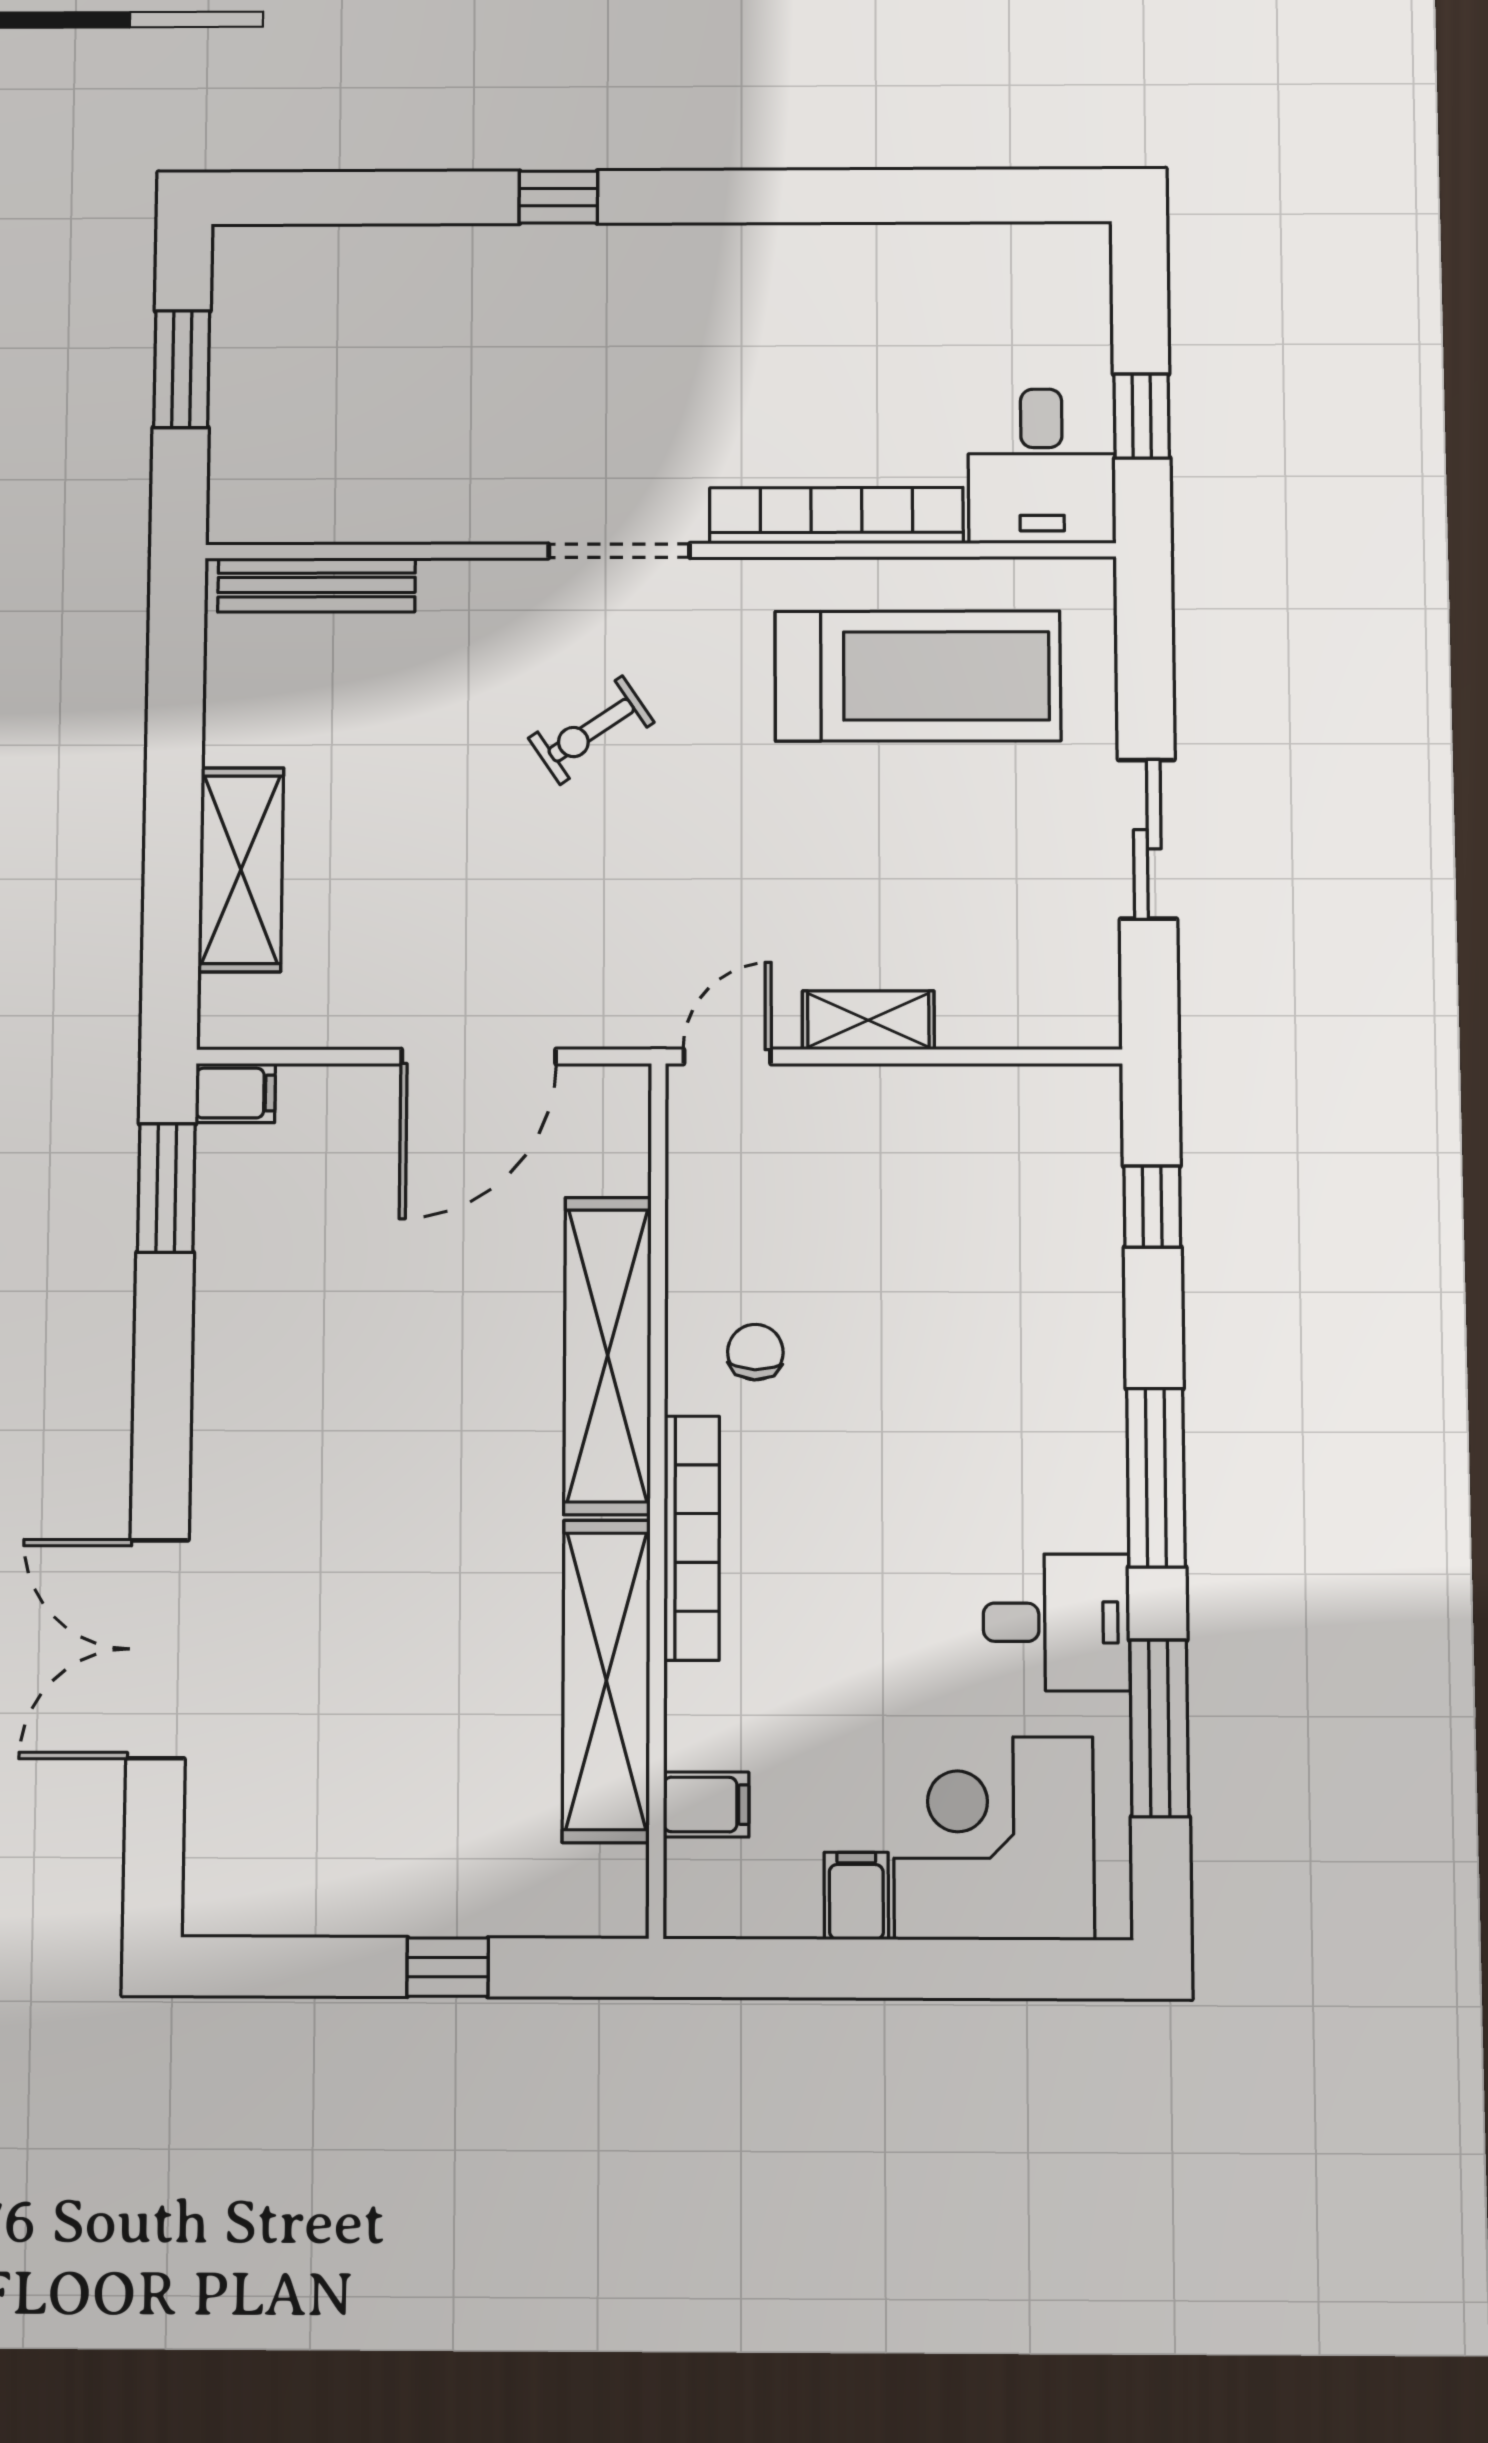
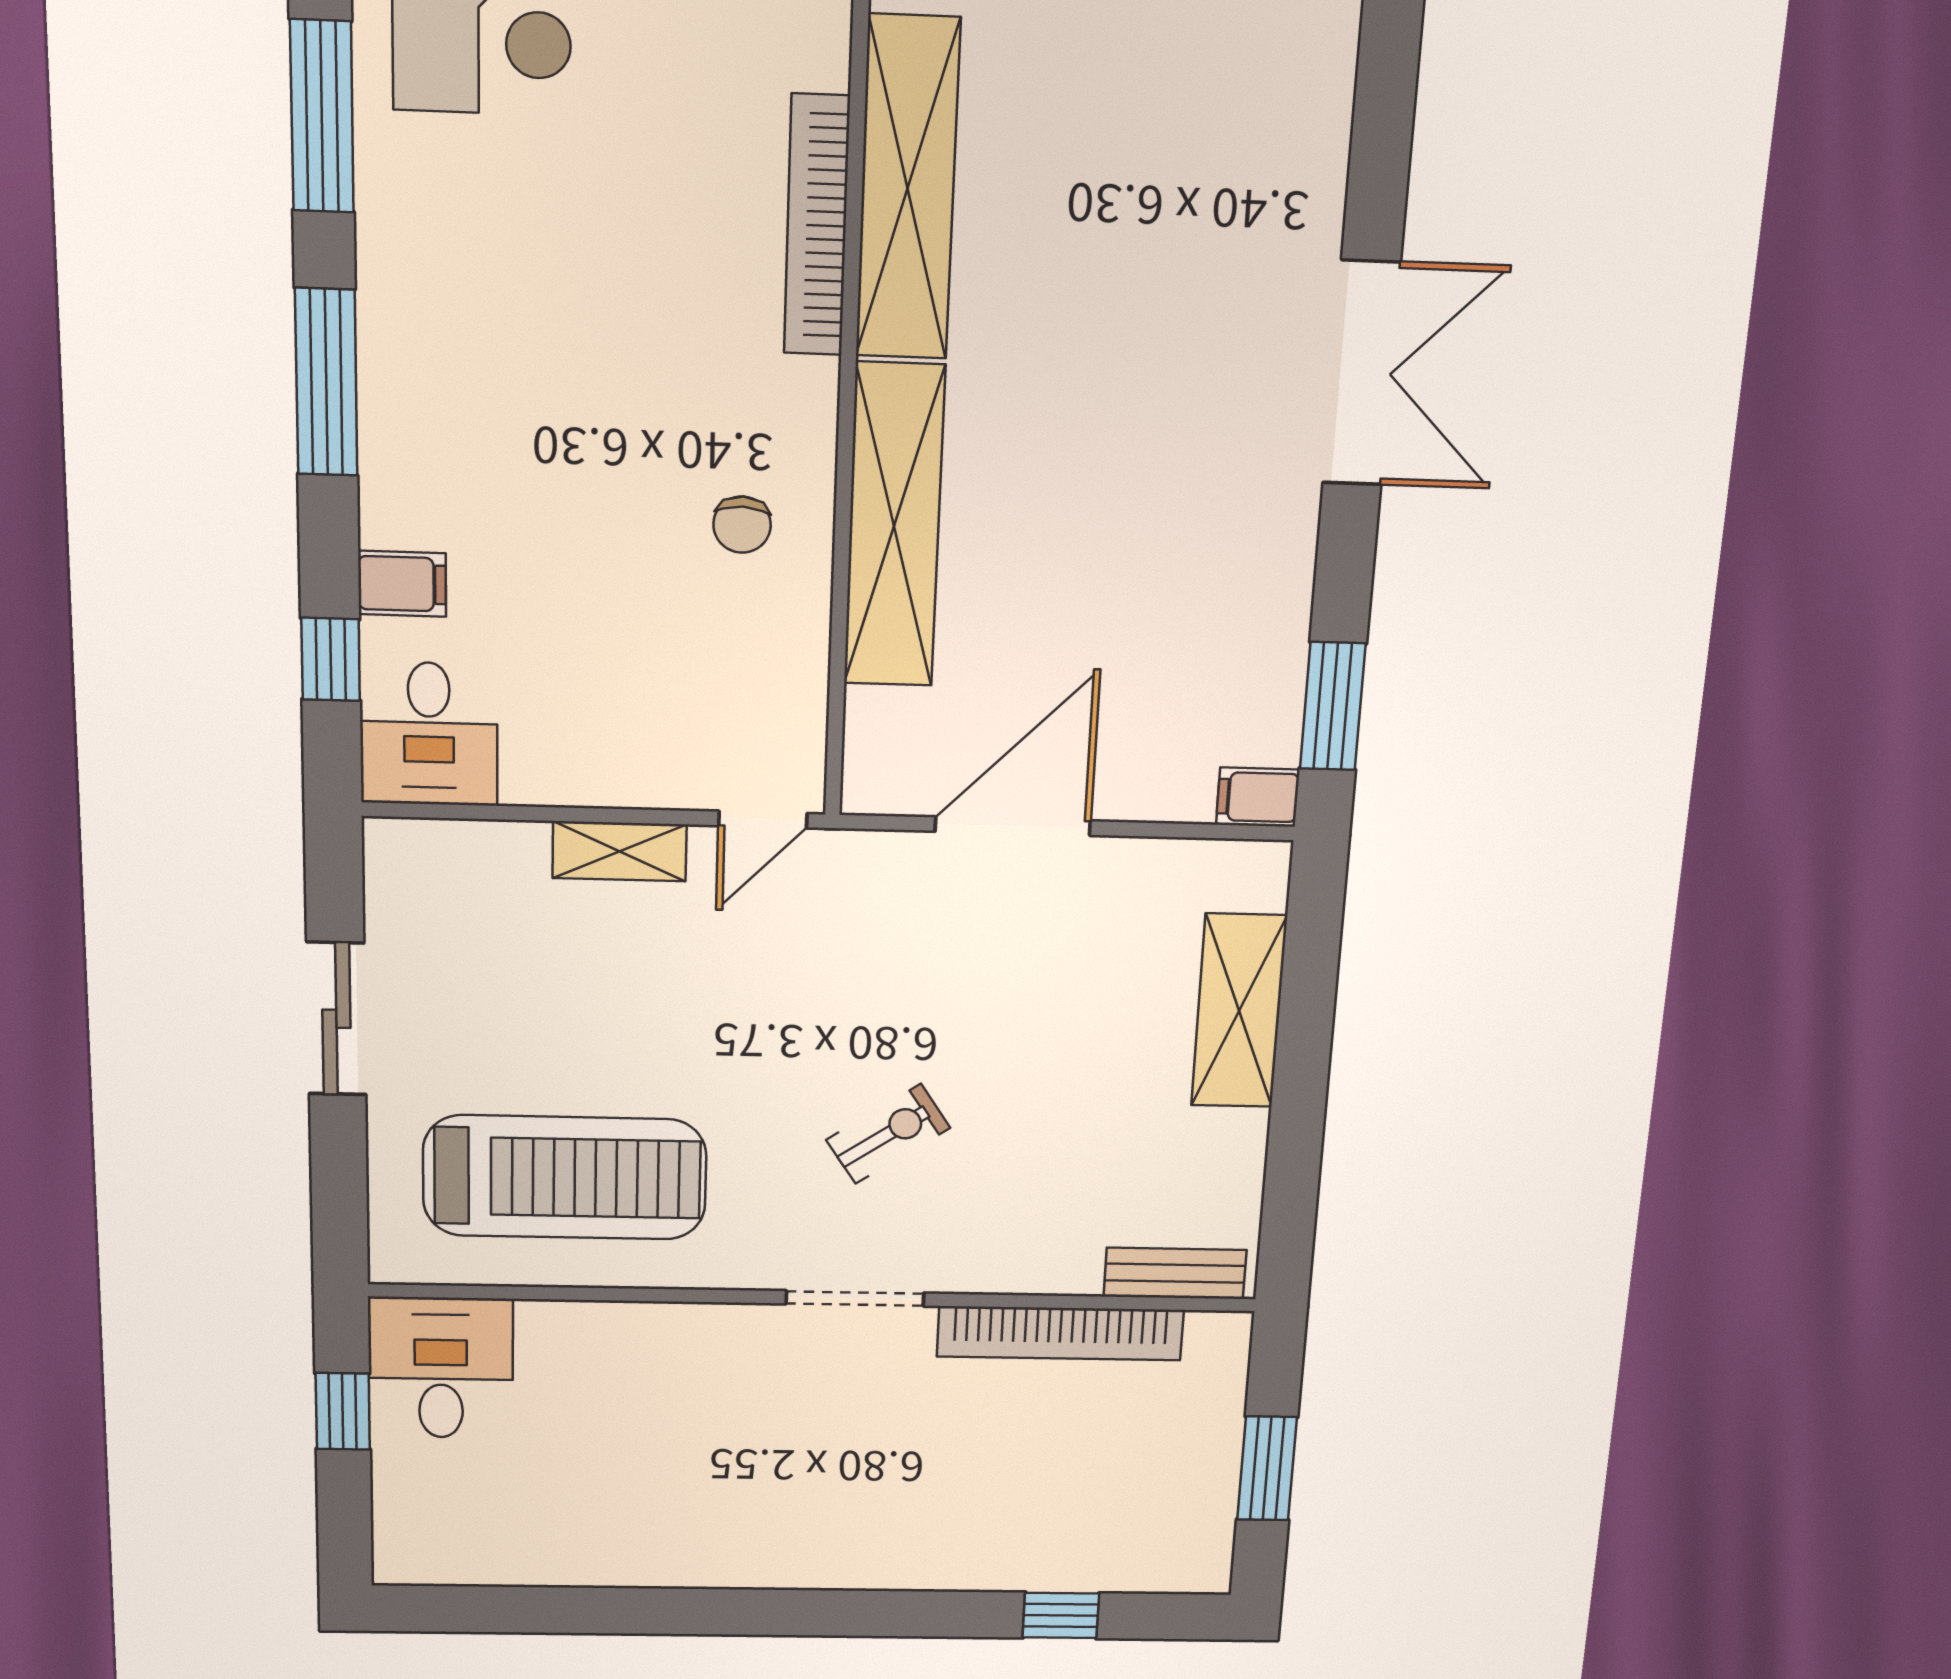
window: (558, 197) -> (1061, 1615), moved
bookcase: (836, 516) -> (1060, 1333), moved
bench: (317, 585) -> (1175, 1273), width x0.73
treadmill: (918, 676) -> (565, 1178), turned 180
bookcase: (692, 1538) -> (817, 225), moved
desk: (1056, 1622) -> (429, 734), moved, turned -90
double door: (158, 1649) -> (1361, 373), moved
filing cabinet: (706, 1805) -> (402, 584), moved, turned 180

